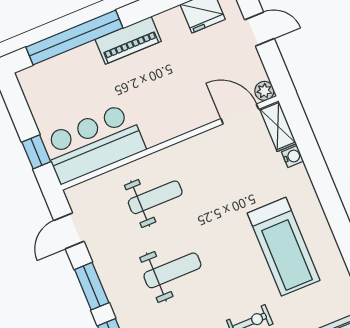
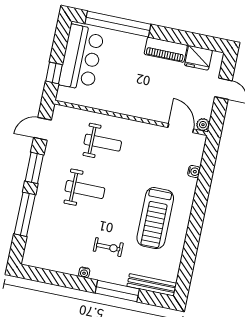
piano: (128, 40) -> (166, 50), moved
shelving: (278, 126) -> (197, 149), removed
bar counter: (94, 143) -> (81, 58), moved, turned 90

